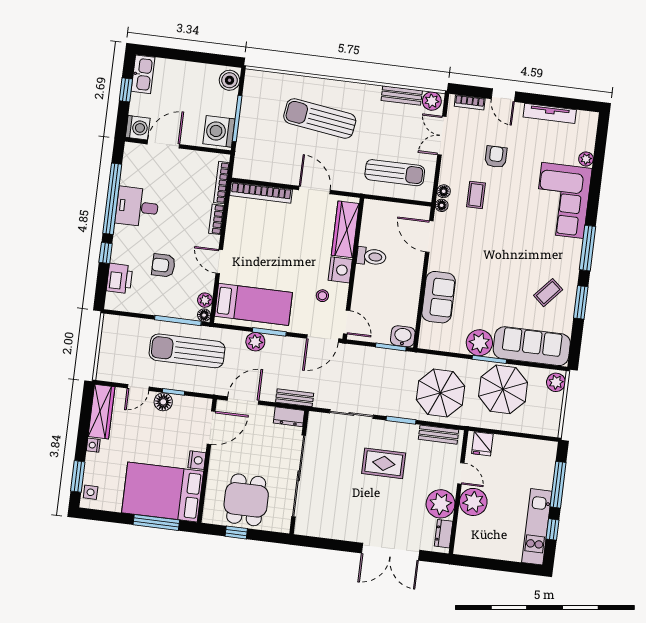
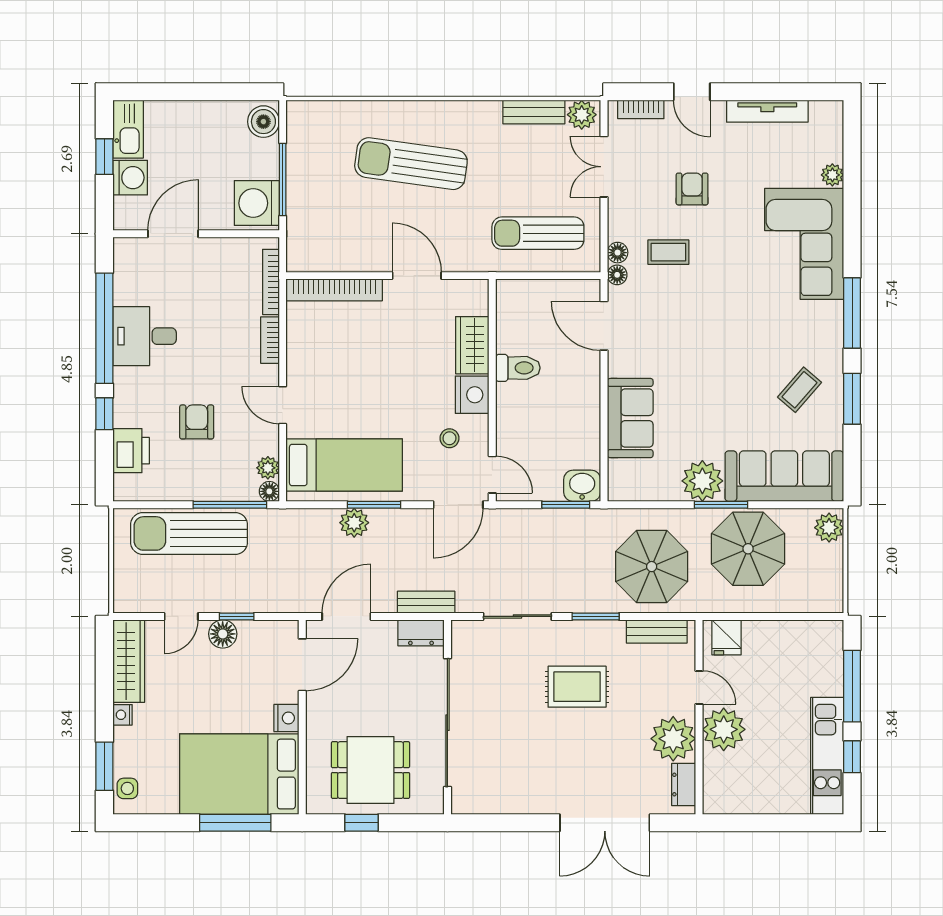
washing machine: (138, 128) -> (130, 178), moved
sun lounger: (395, 173) -> (538, 233), turned 180
coffee table: (476, 195) -> (668, 252), turned 90
wardrobe: (345, 229) -> (472, 345), width x0.67
armchair: (163, 265) -> (197, 422), turned 90
sun lounger: (187, 351) -> (189, 533), moved
dining table: (246, 500) -> (370, 770), turned 90

